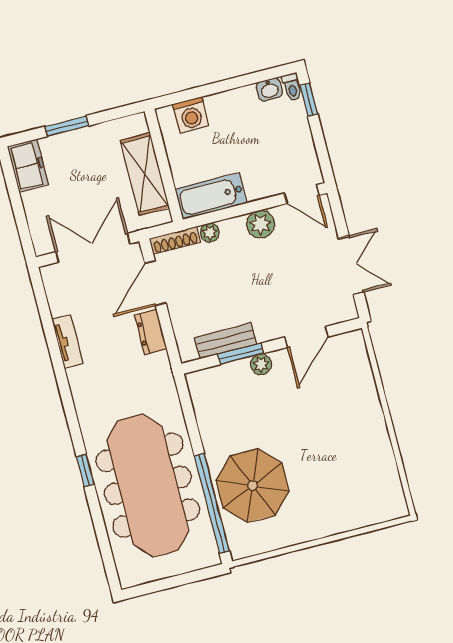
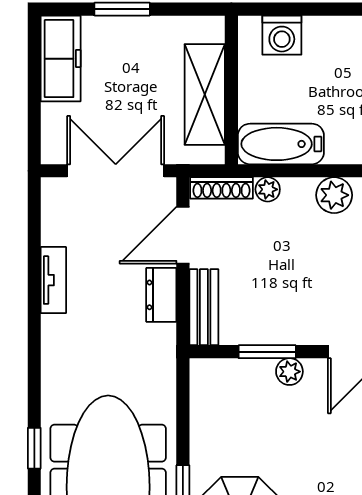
freezer: (28, 166) -> (61, 59), width x1.40
bench: (226, 341) -> (204, 307), moved, turned 90

